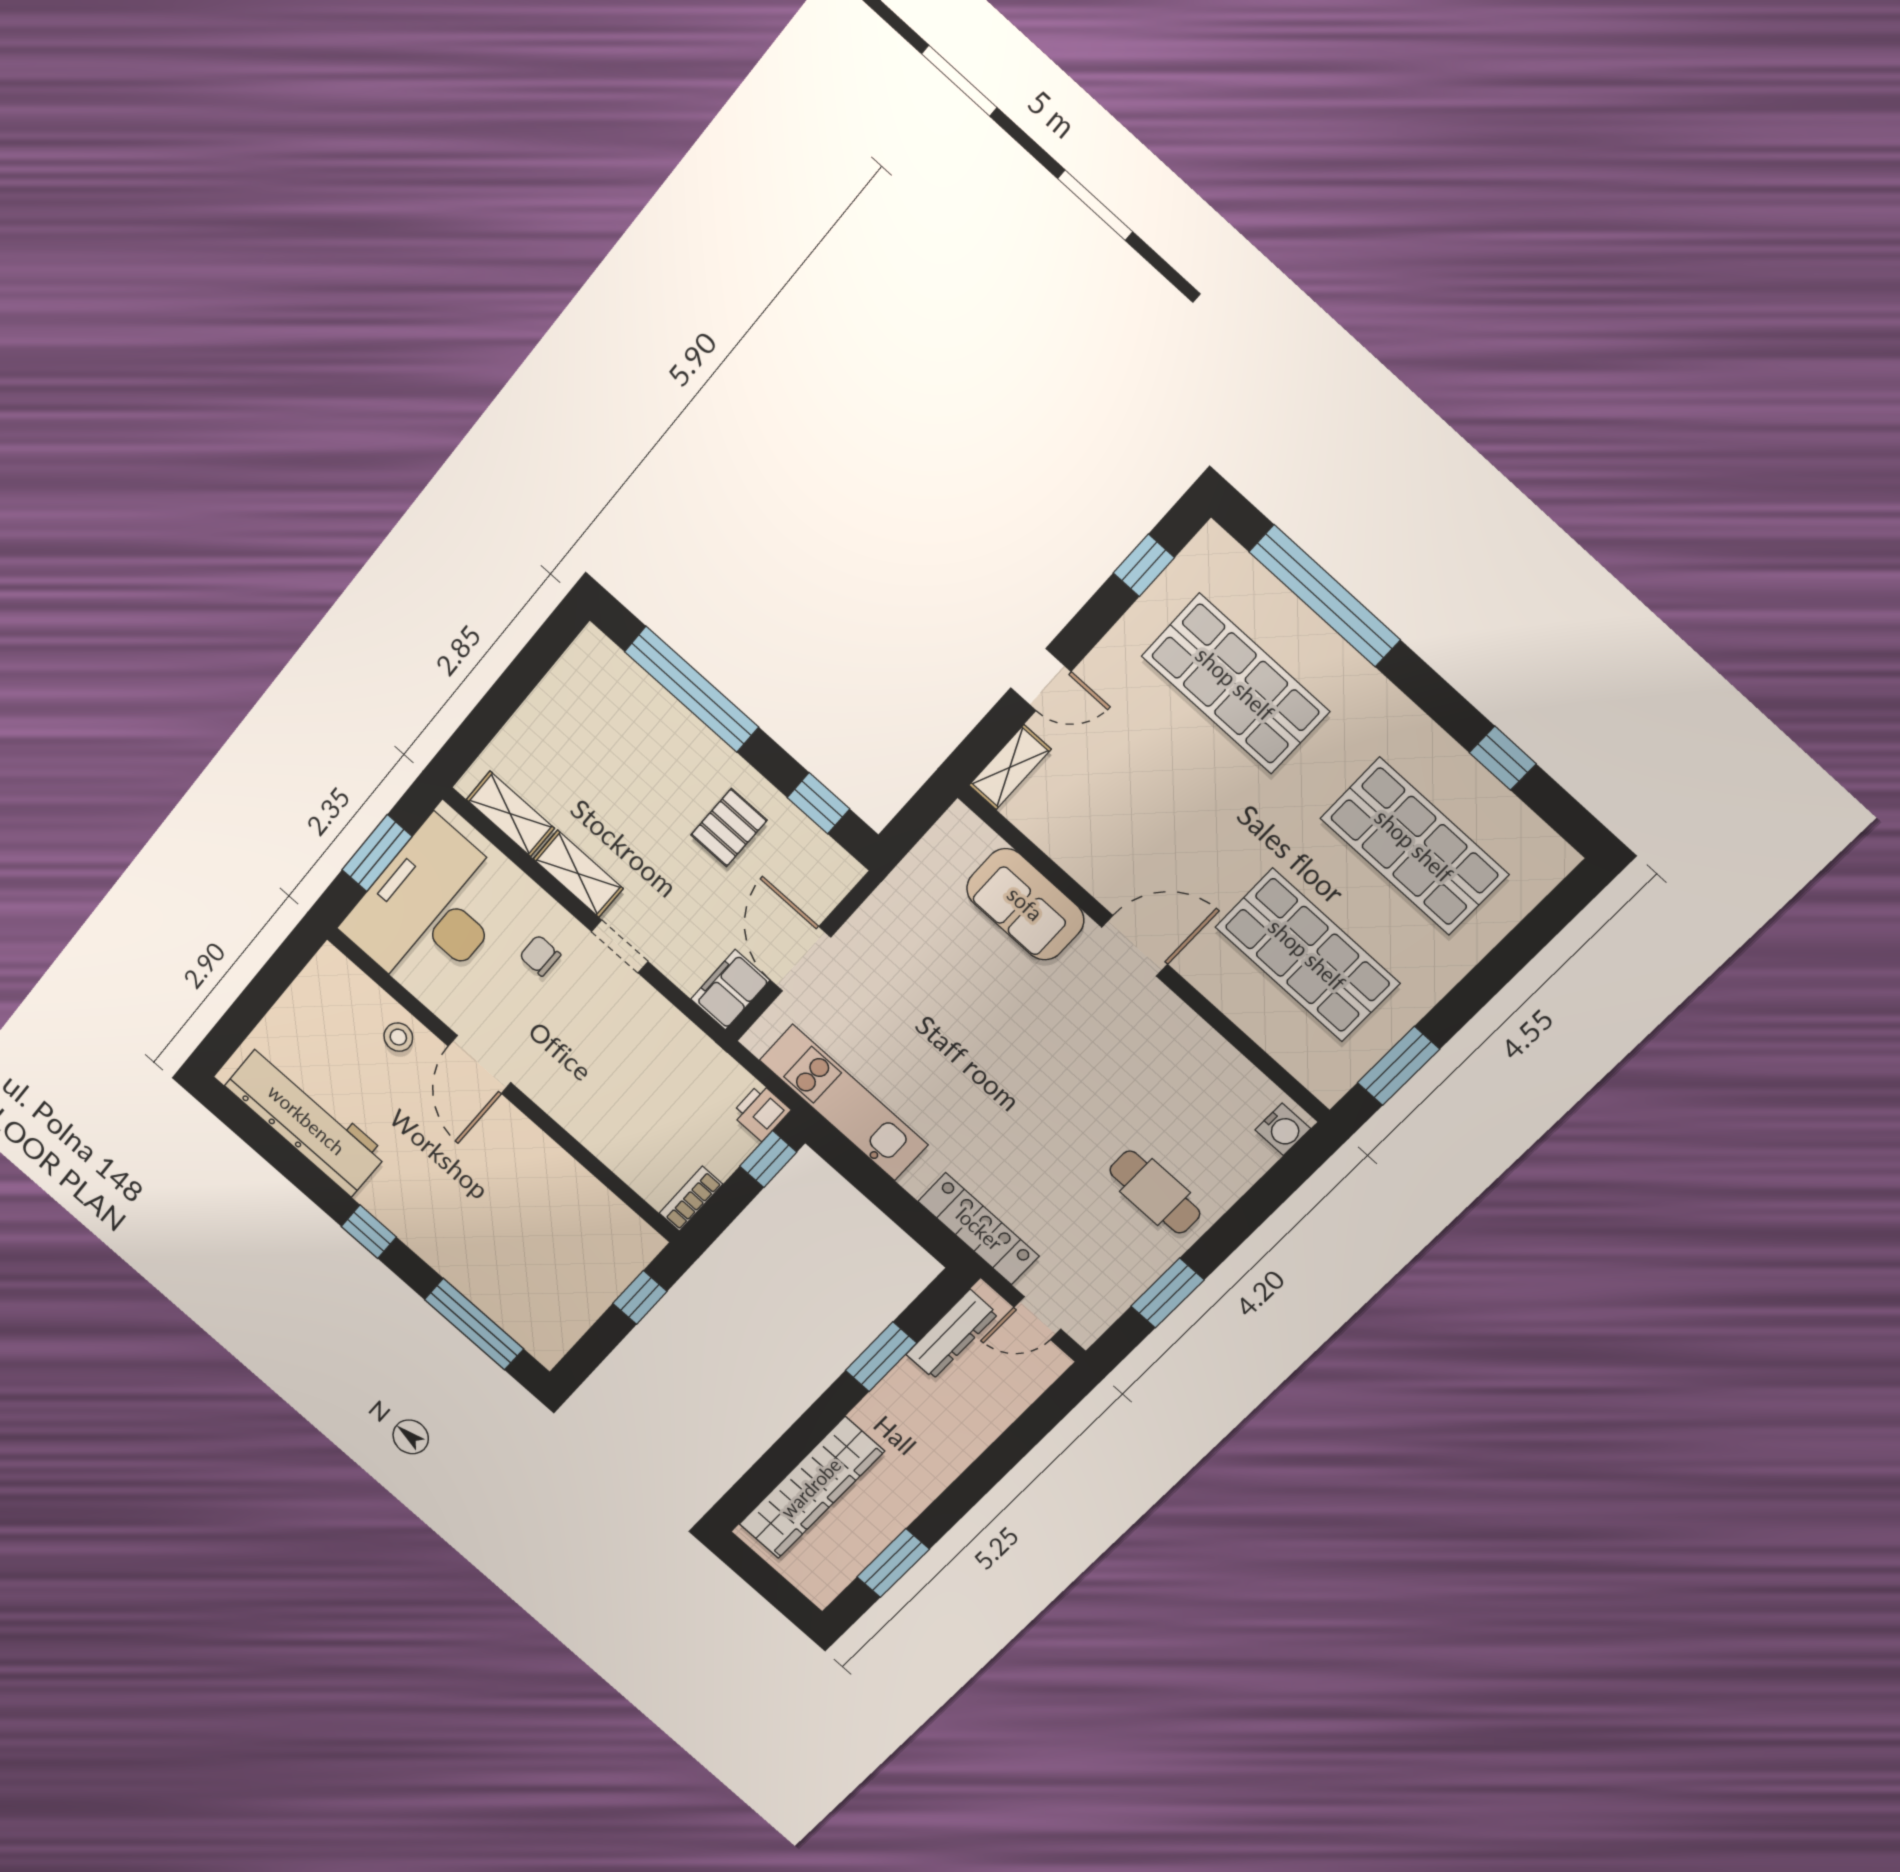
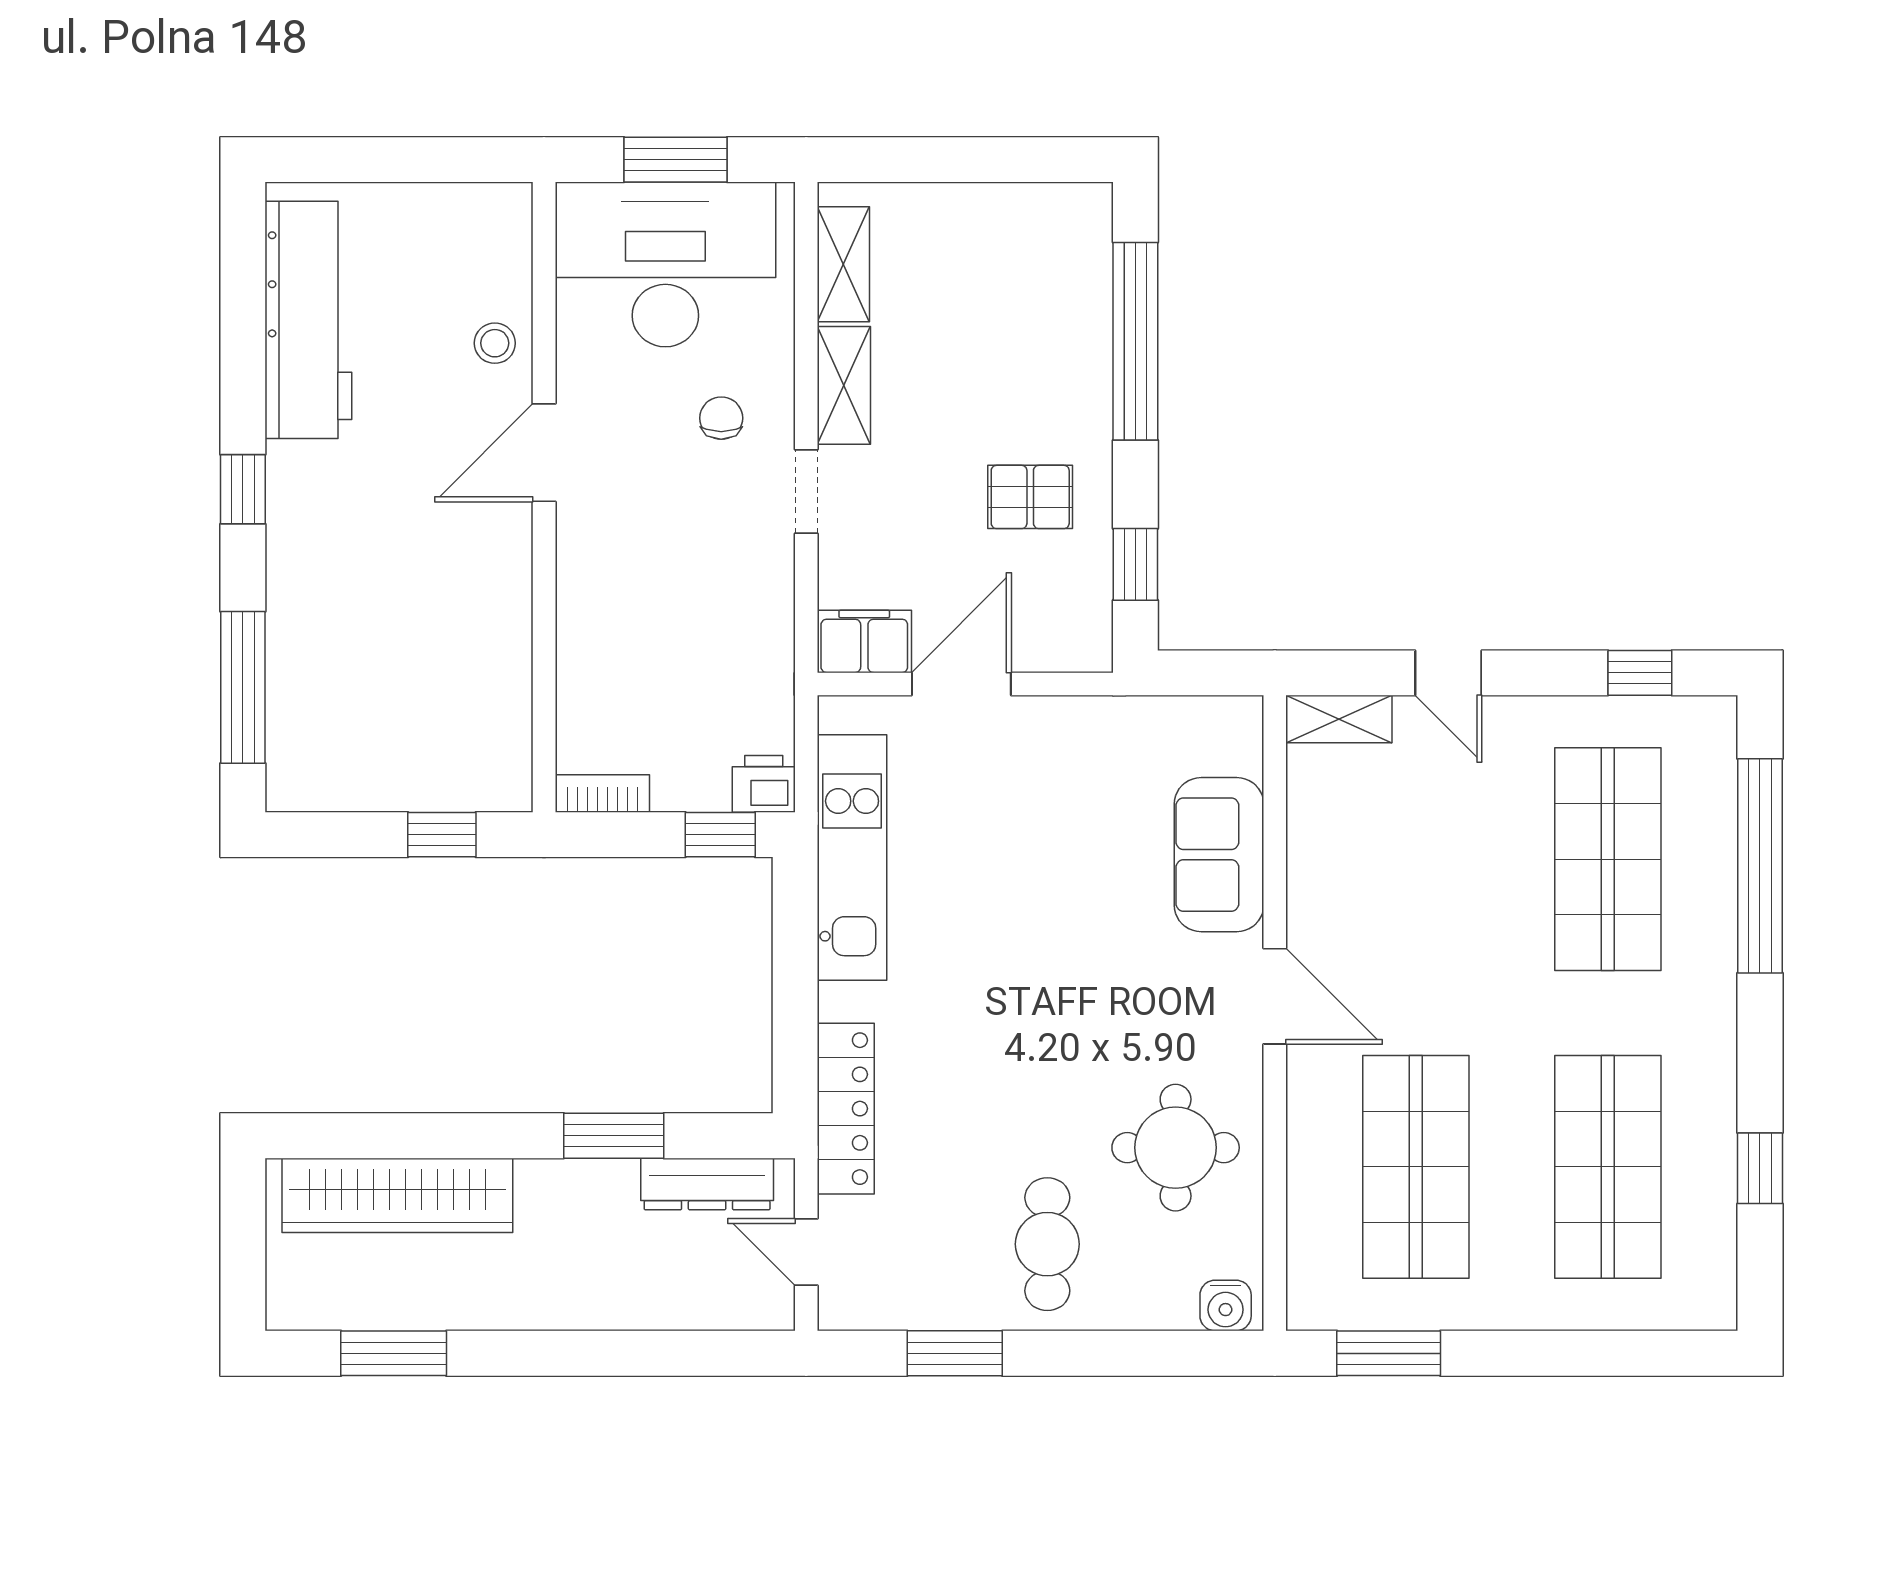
round table: (1168, 1076) -> (1176, 1148), added

